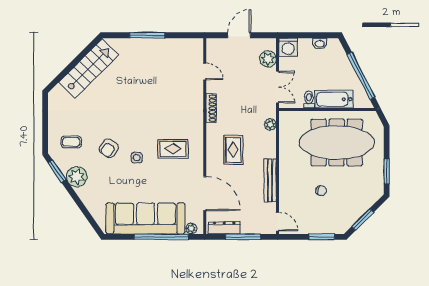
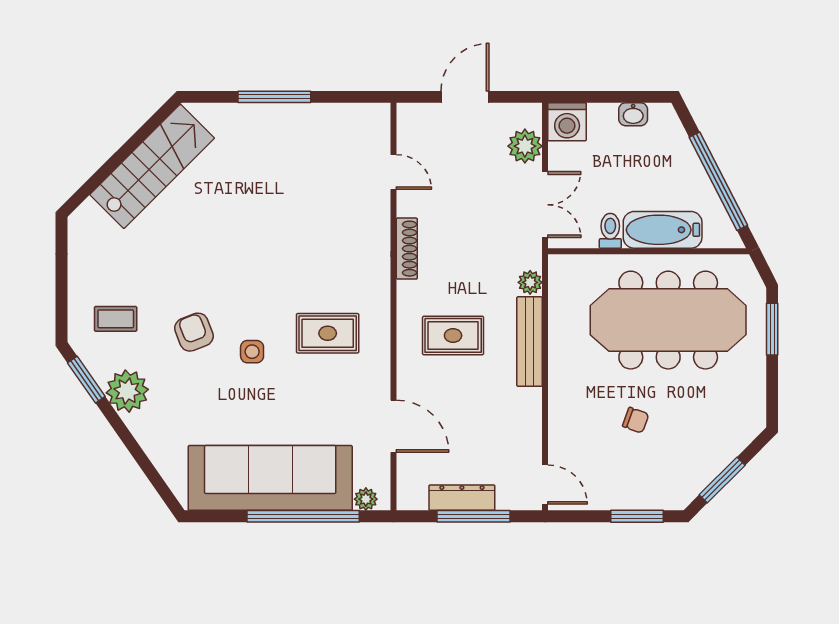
armchair: (109, 148) -> (194, 332), turned 125
rug: (233, 150) -> (453, 335), turned 90
window: (387, 171) -> (772, 329), moved
bench: (270, 180) -> (529, 342), moved
door: (205, 194) -> (394, 426), width x0.73
dresser: (224, 228) -> (462, 498), moved

